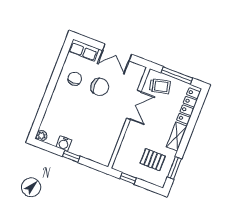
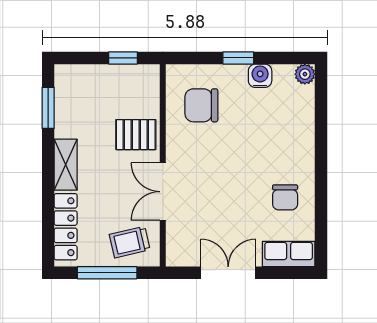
chair: (100, 87) -> (201, 105), moved
pallet: (153, 160) -> (136, 135), moved

